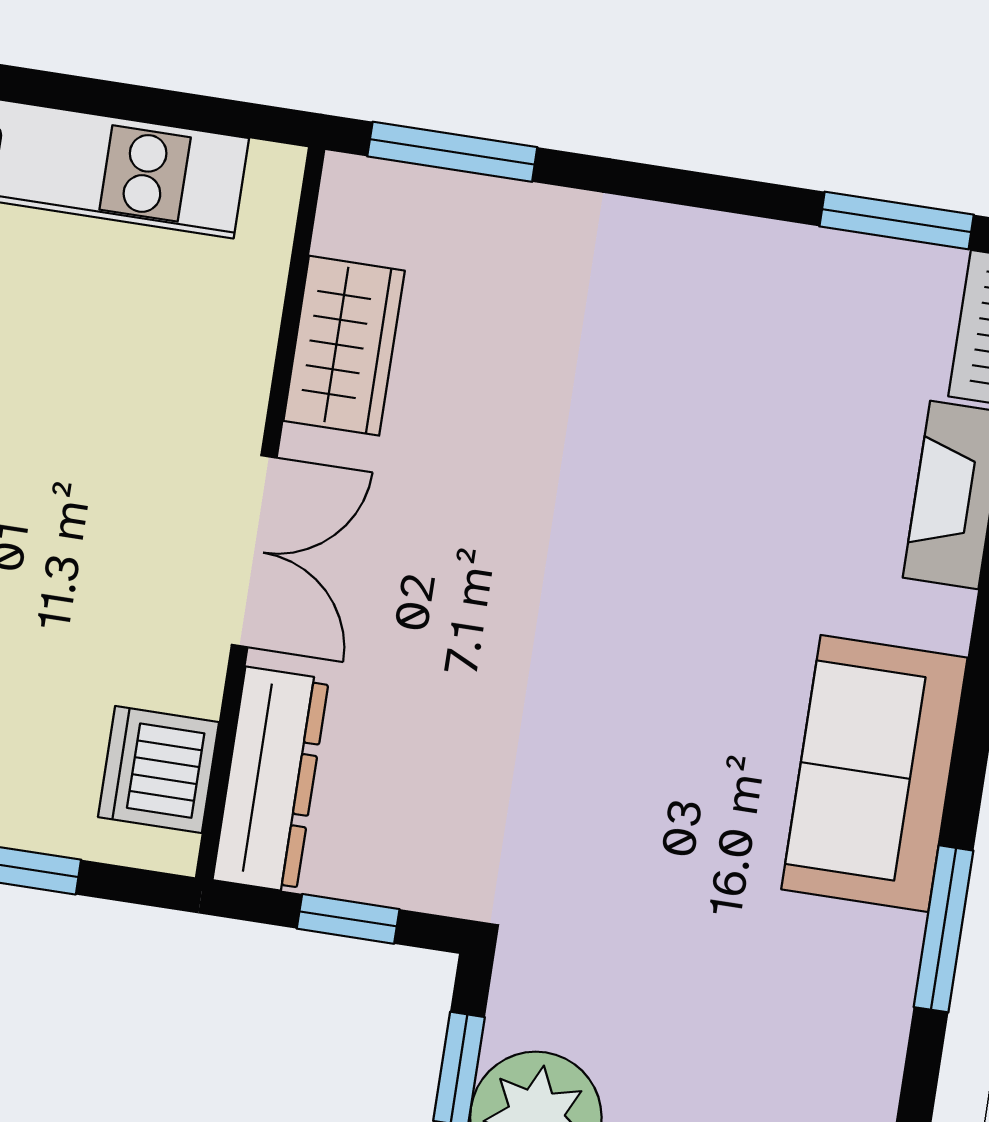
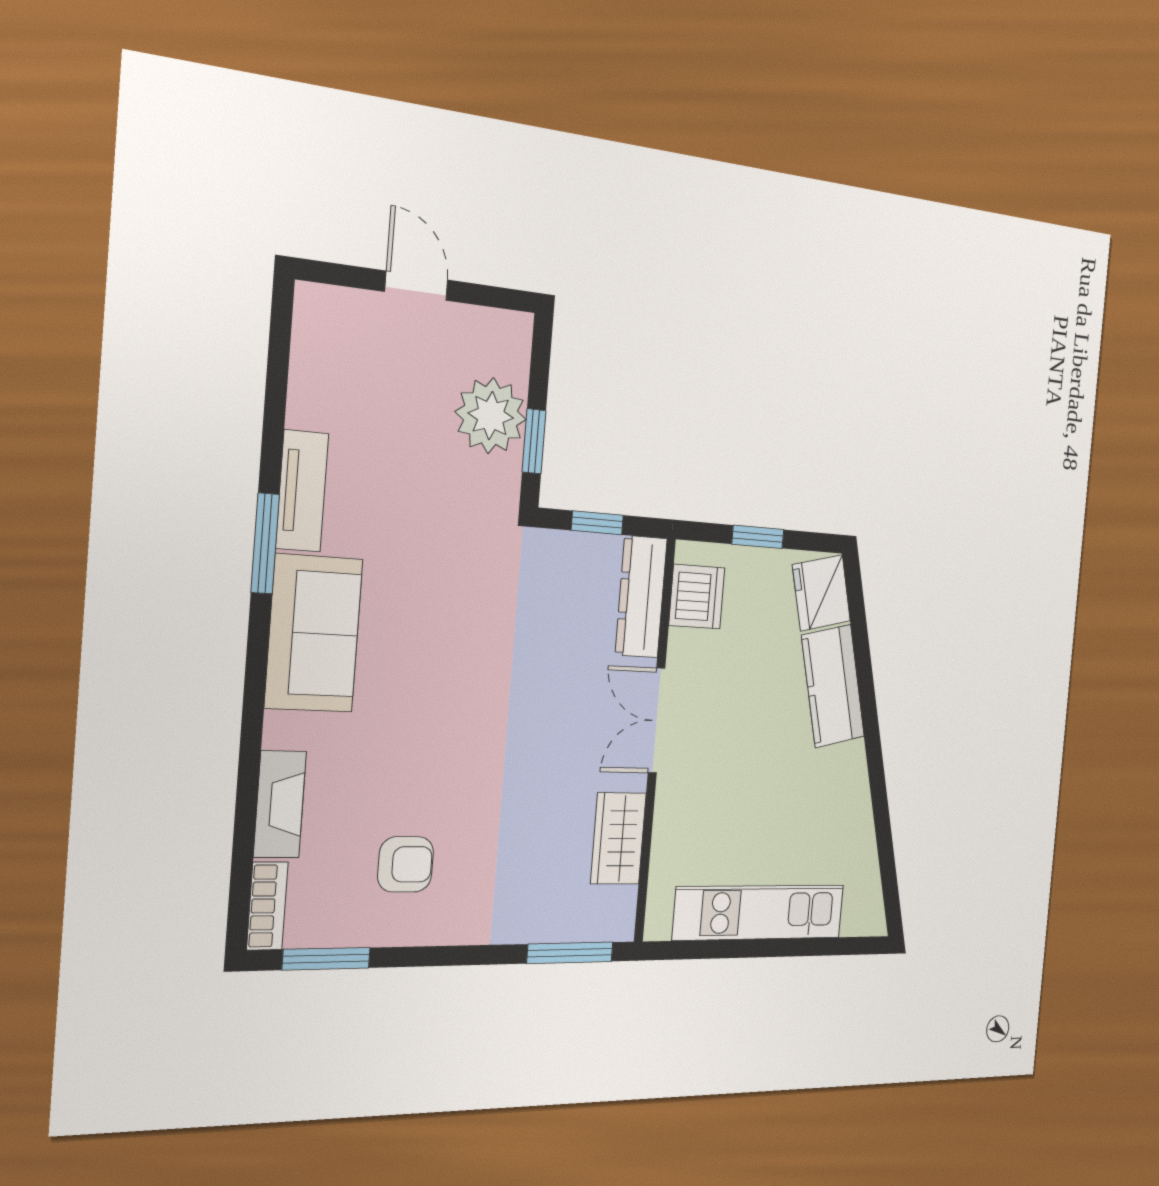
armchair: (746, 361) -> (406, 864), added
tv unit: (875, 1010) -> (302, 491), added

